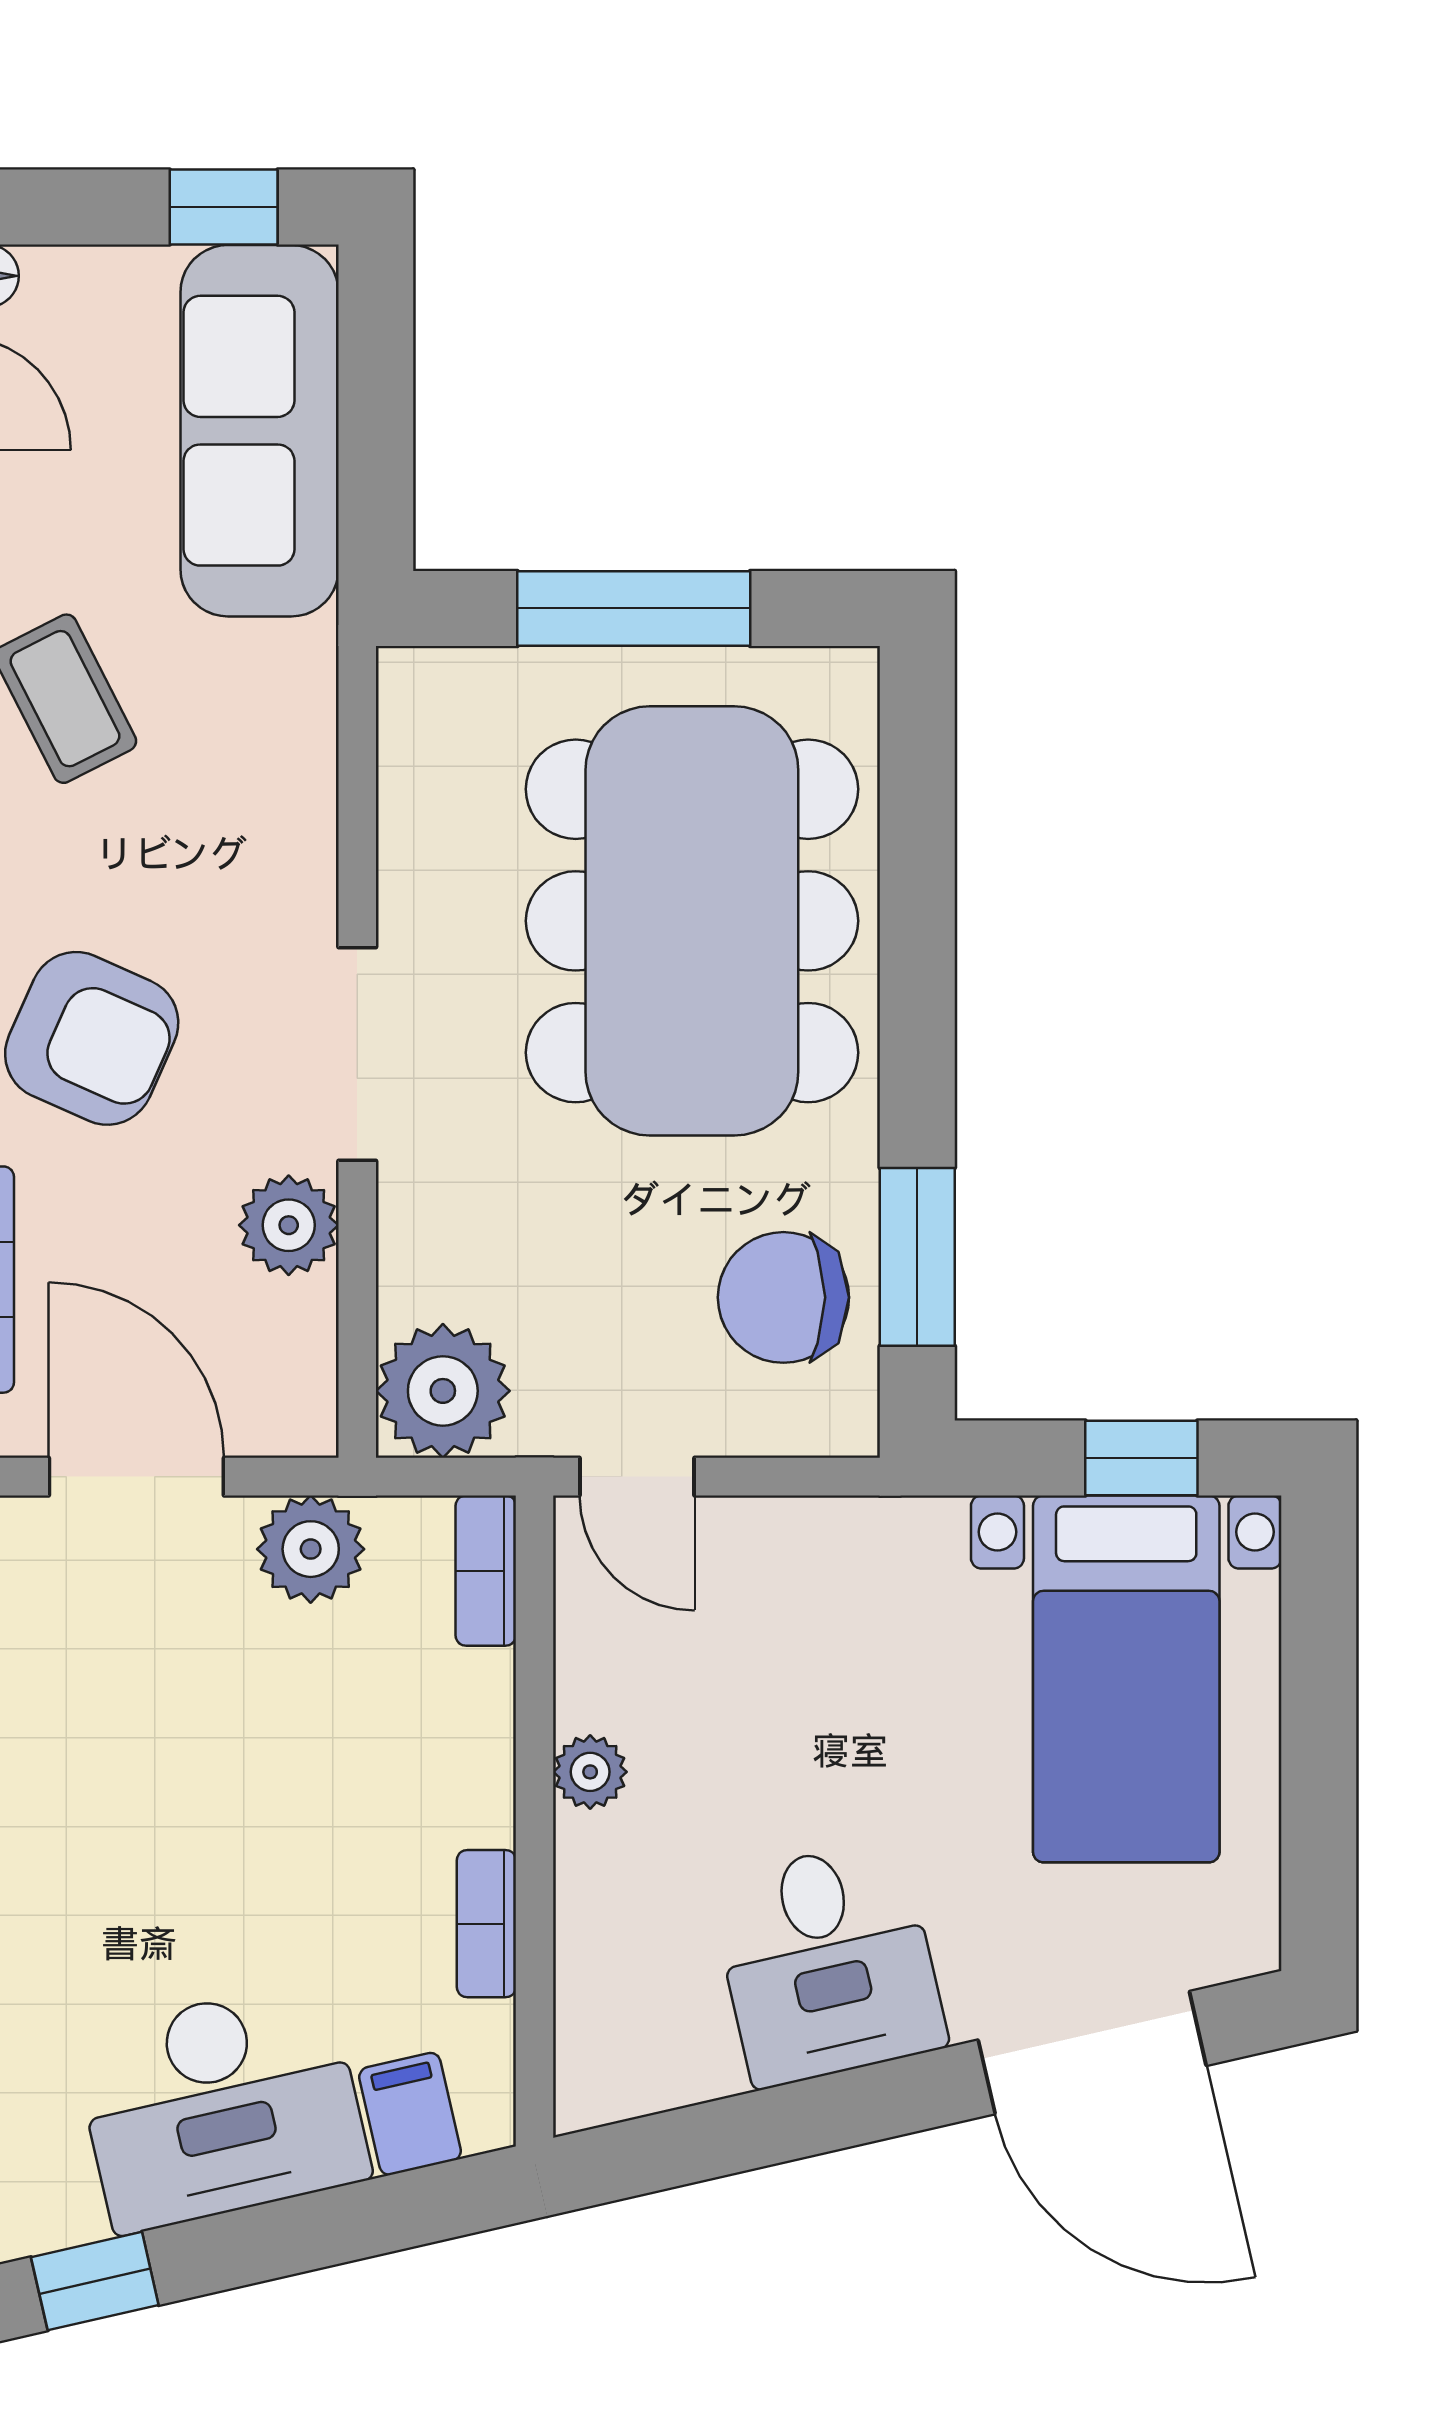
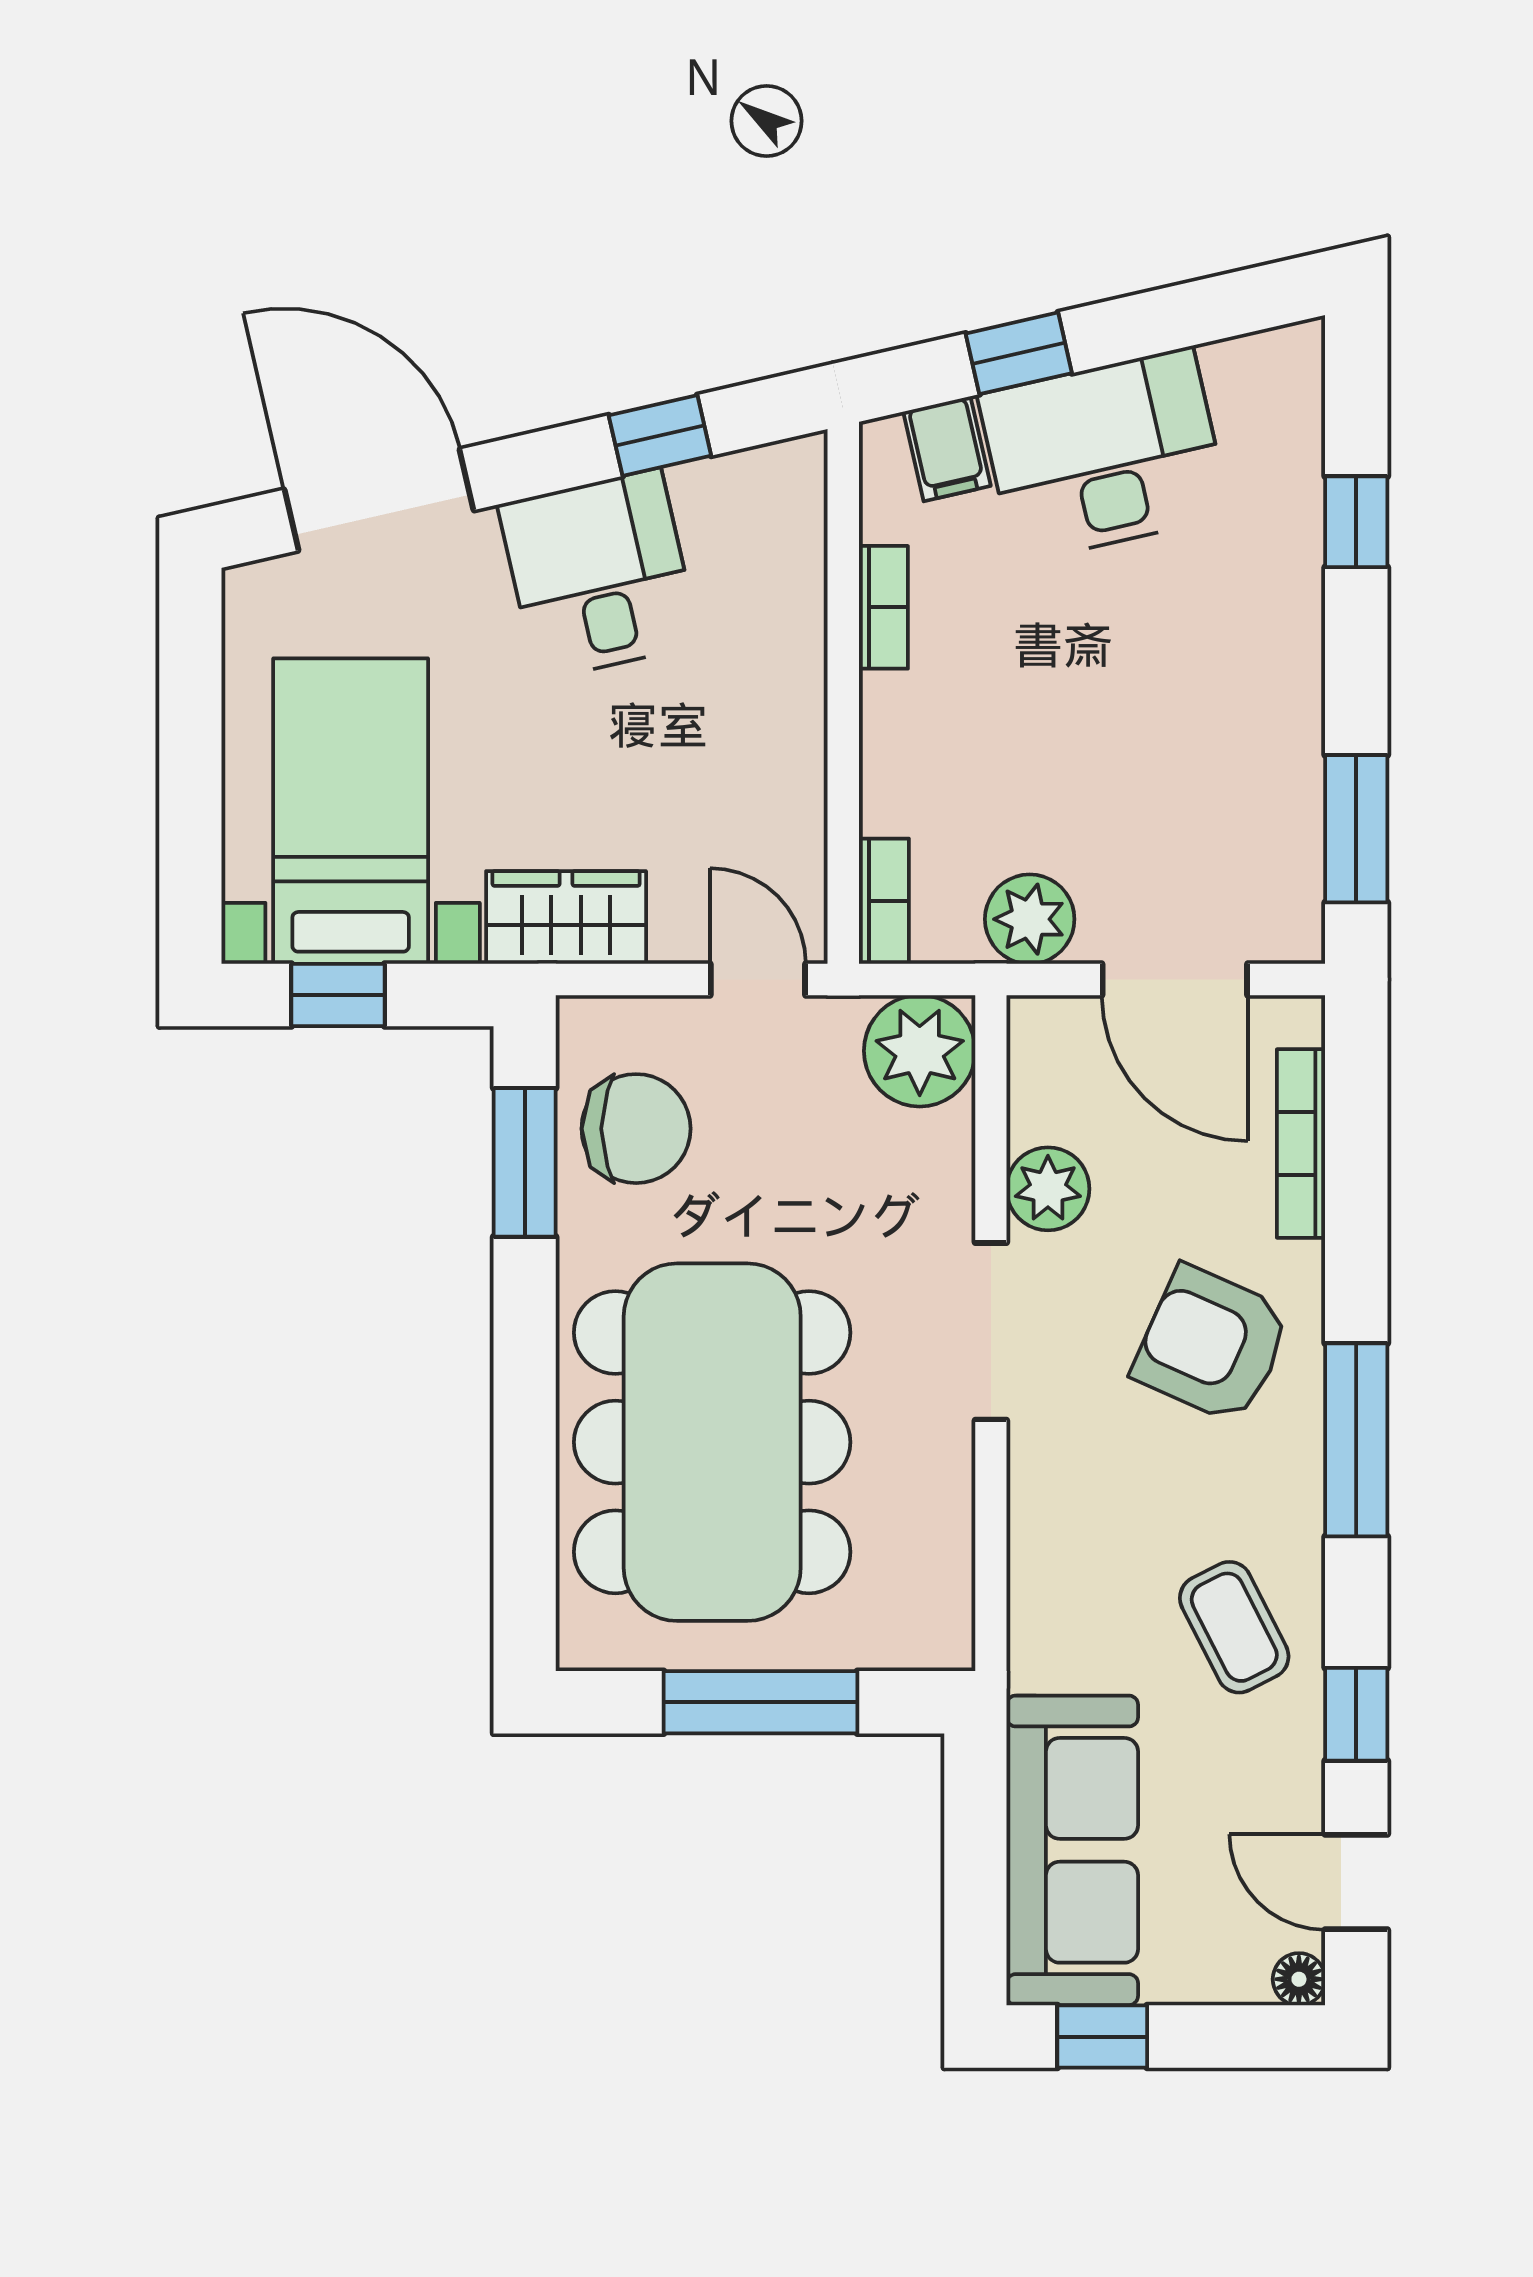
wardrobe: (867, 1551) -> (566, 918), added
plant: (590, 1772) -> (797, 734), removed
window: (755, 2130) -> (660, 435), added
window: (95, 2281) -> (1019, 353), moved

